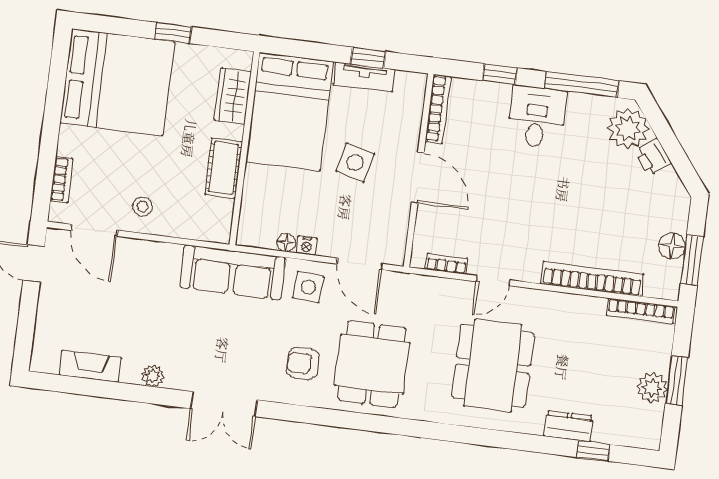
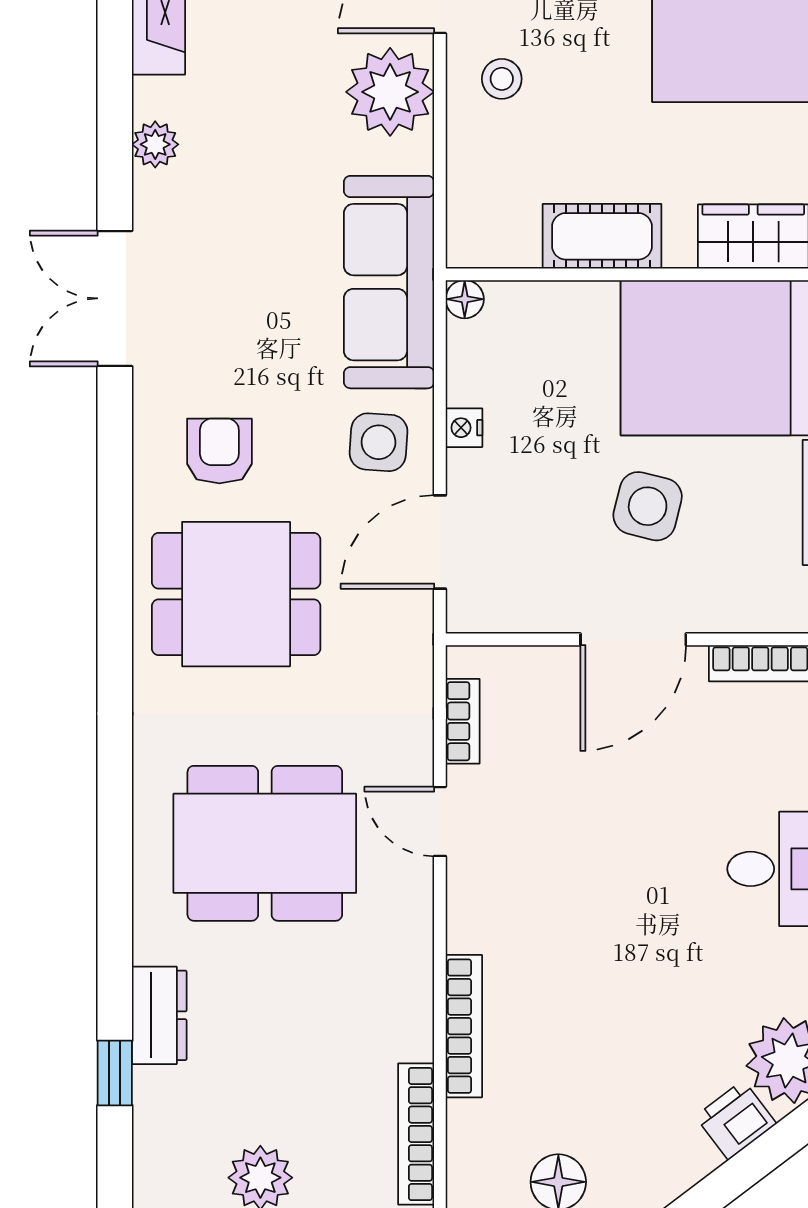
floor lamp: (286, 242) -> (465, 299), moved
plant: (142, 260) -> (390, 92), added
bookcase: (592, 279) -> (464, 1026), width x0.68, depth x0.76

